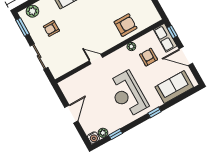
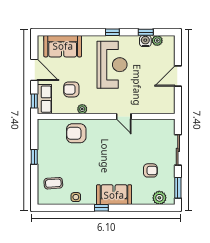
armchair: (148, 57) -> (71, 89), turned 90
window: (154, 112) -> (112, 32), moved
water cooler: (93, 138) -> (145, 41), moved

